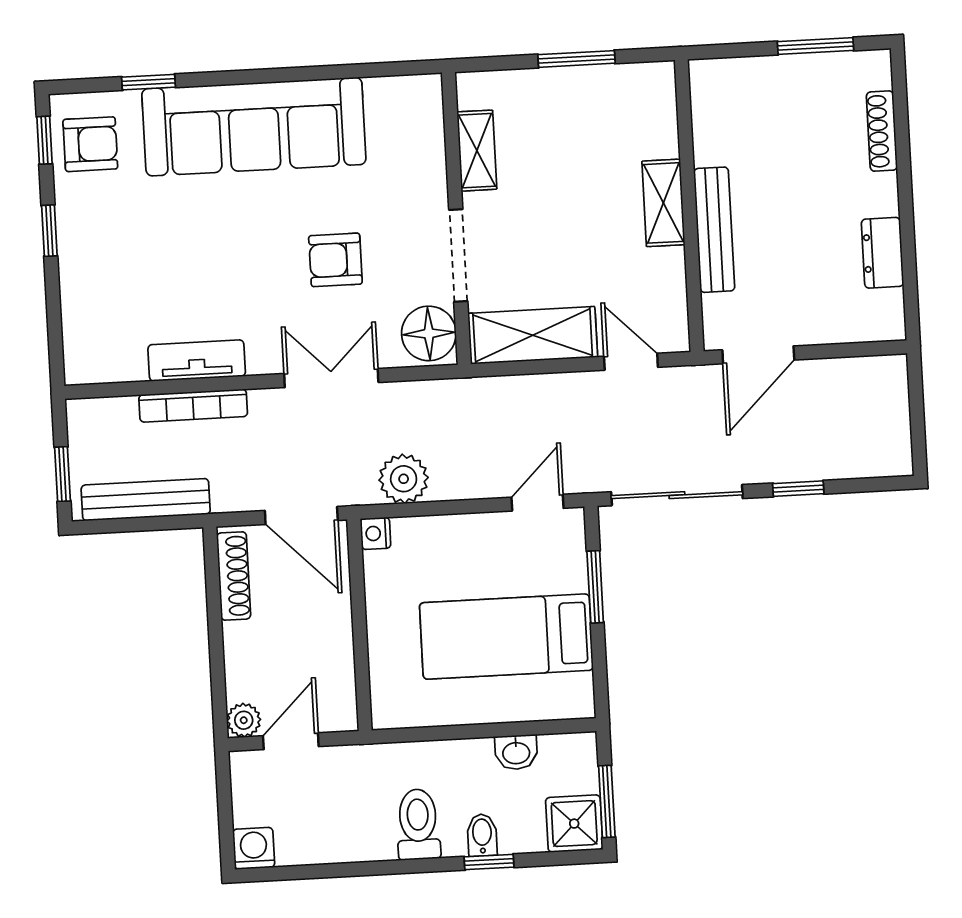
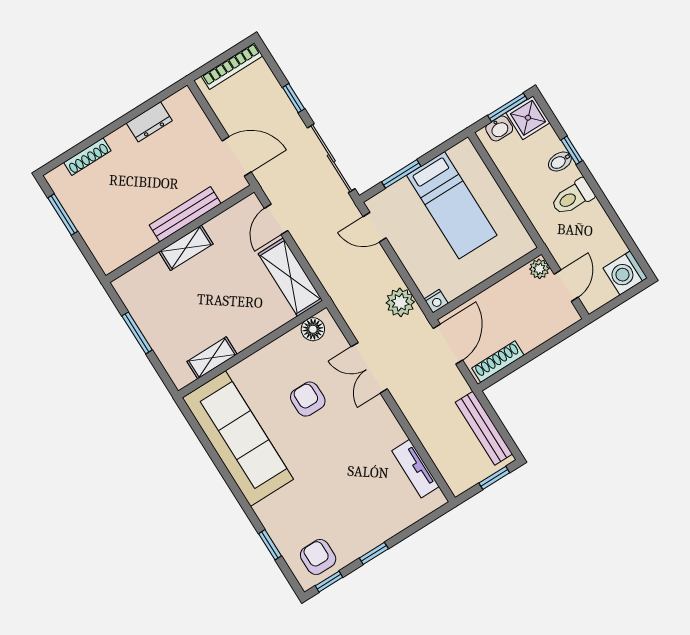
sofa: (254, 127) -> (238, 439), moved
doorway: (458, 255) -> (271, 338), removed
armchair: (335, 260) -> (308, 399), turned 180
floor lamp: (429, 333) -> (313, 329), width x0.73, depth x0.73
tv unit: (197, 361) -> (415, 469), moved
bookcase: (193, 406) -> (232, 66), moved, turned 90
plant: (244, 720) -> (539, 269), moved
door: (291, 741) -> (566, 286), swing flipped
washbasin: (516, 752) -> (499, 129), moved, turned 90
washing machine: (254, 848) -> (625, 273), width x1.38, depth x1.38

